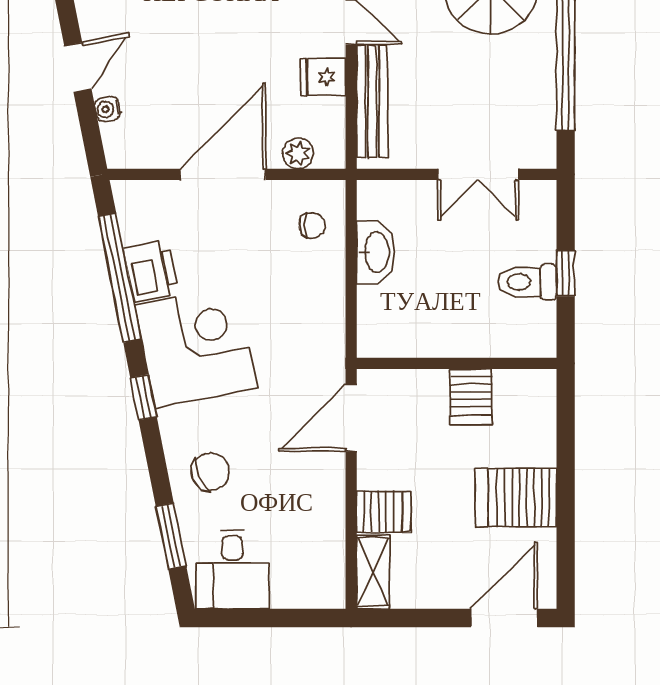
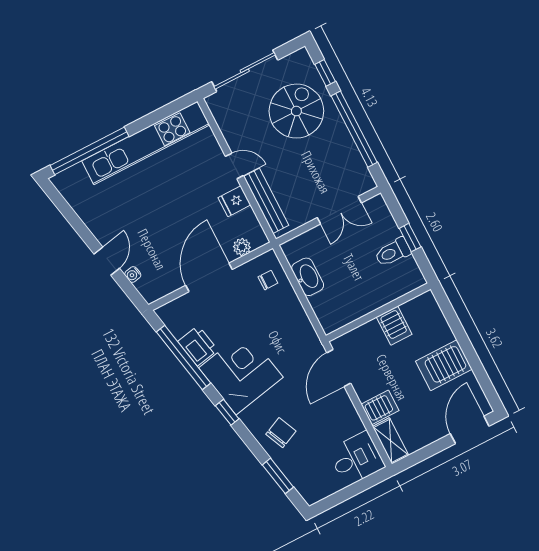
desk: (232, 569) -> (356, 459), moved, turned -90

